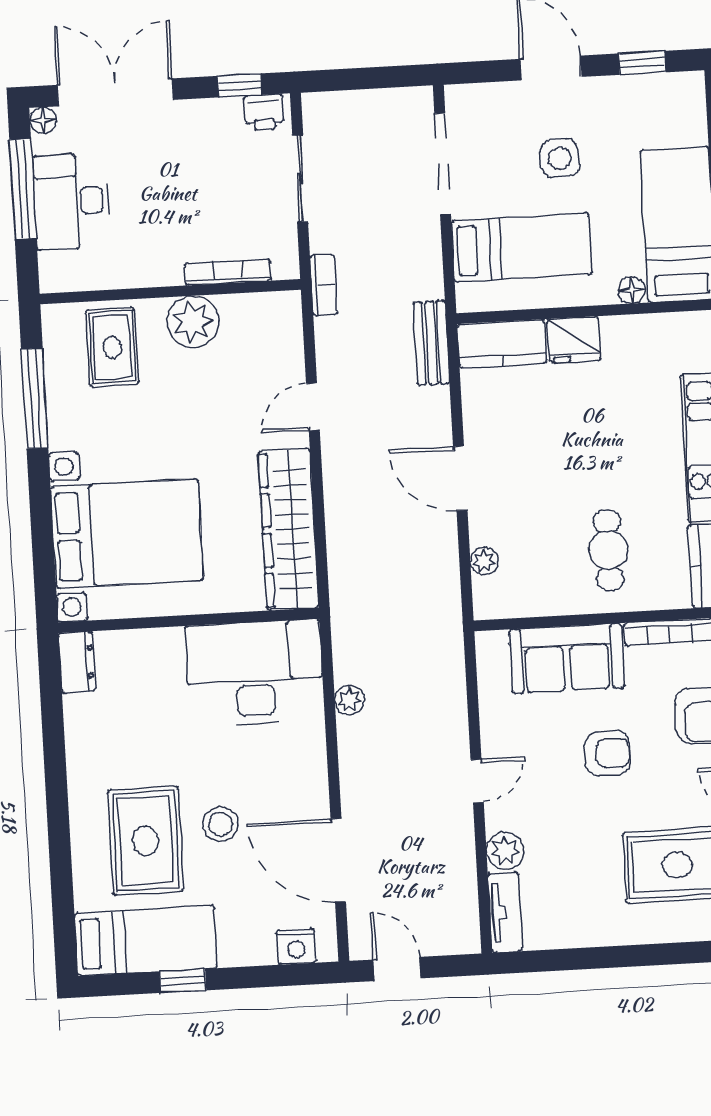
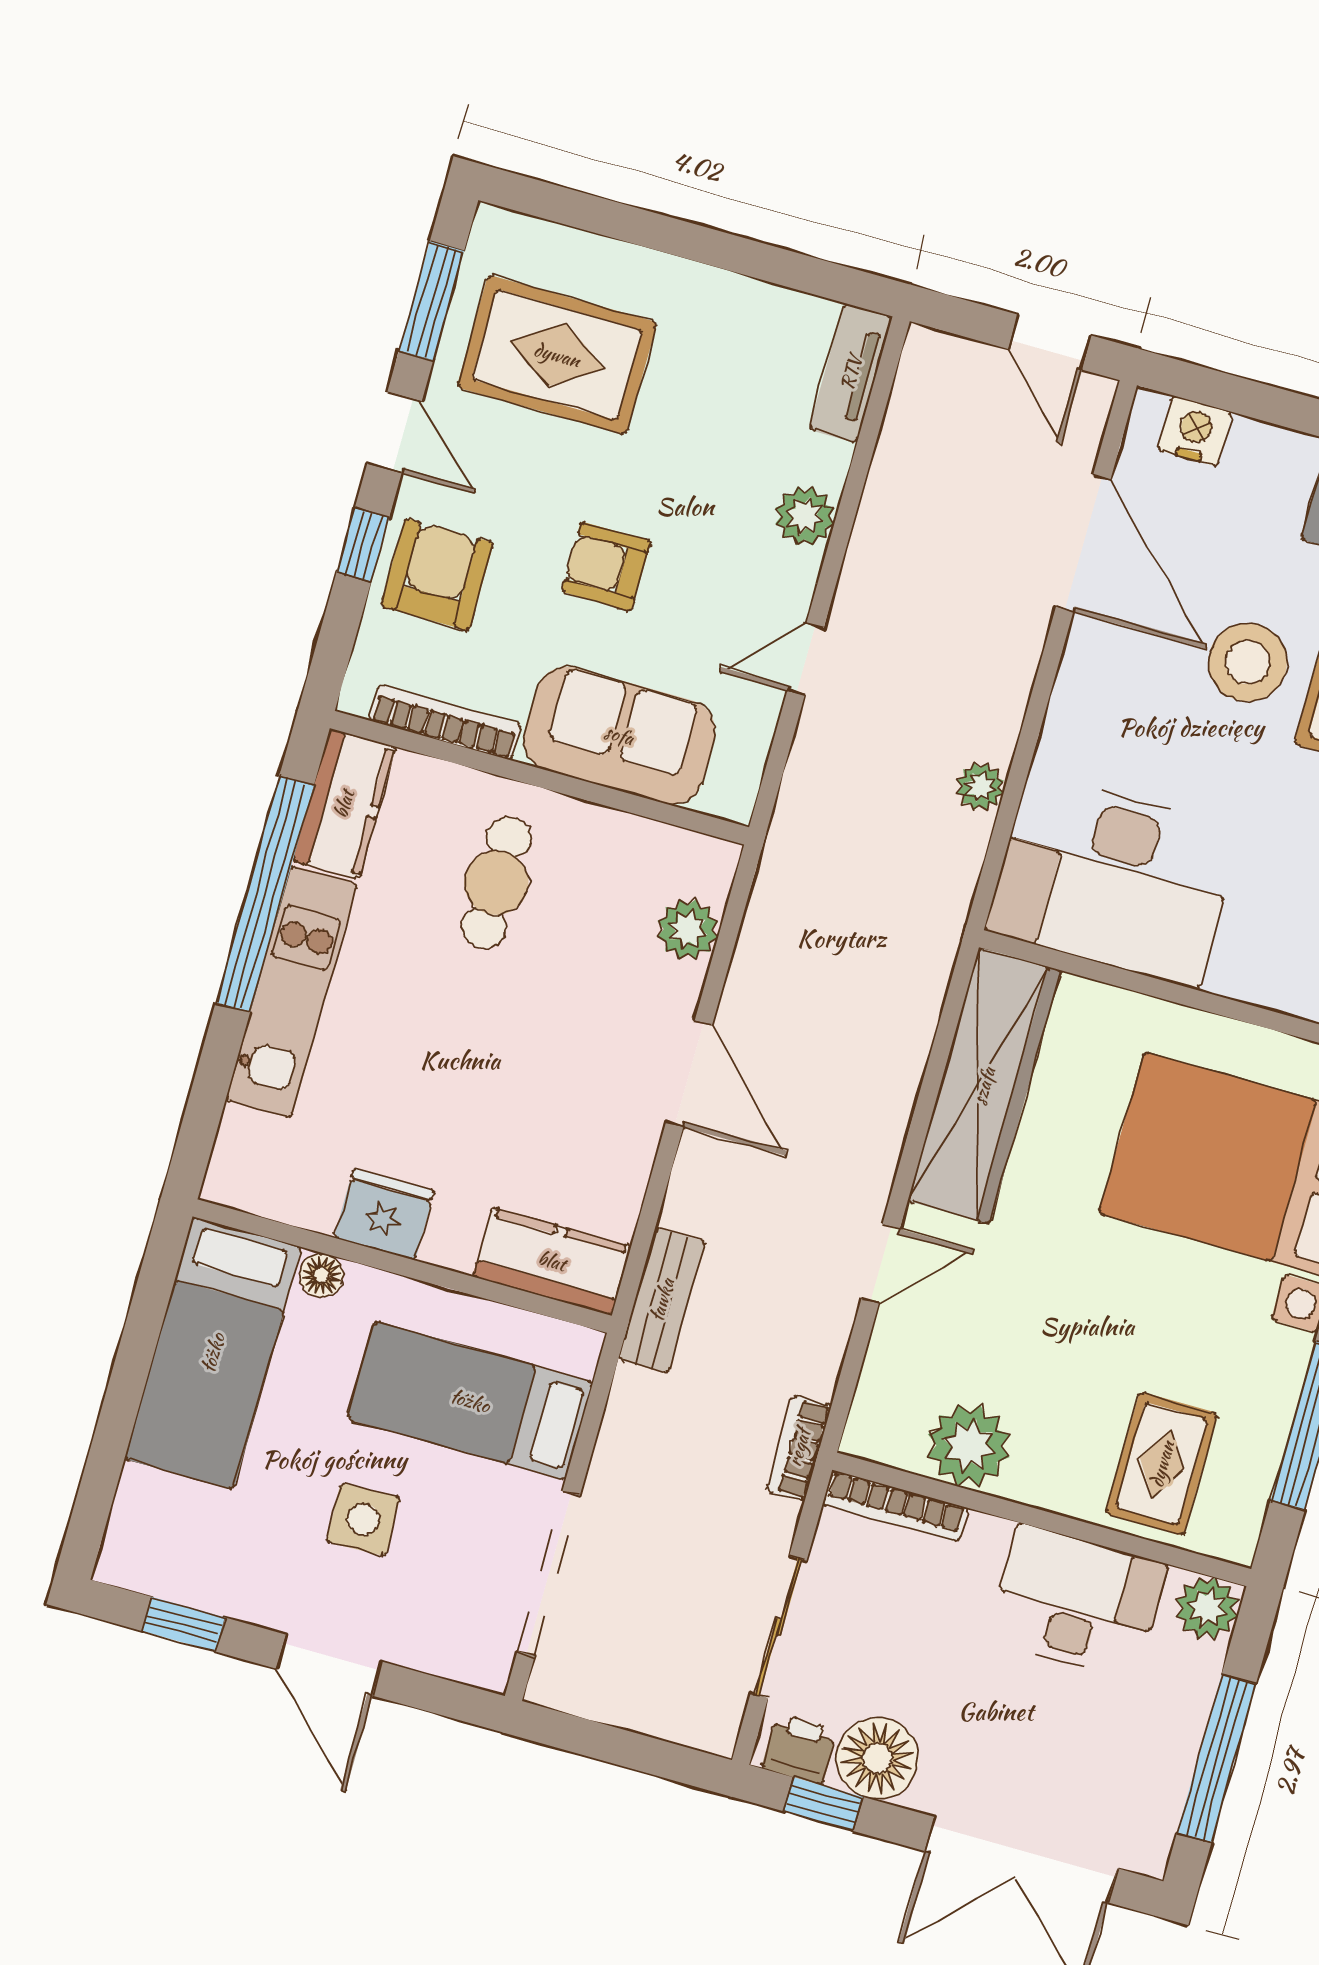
floor lamp: (43, 120) -> (877, 1758), moved, width x1.89, depth x1.89
desk: (72, 201) -> (1077, 1602), moved, turned -90
bookcase: (228, 272) -> (895, 1506), moved
plant: (58, 273) -> (1207, 1608), added
plant: (193, 322) -> (969, 1446), moved
fridge: (574, 340) -> (384, 1214), moved
plant: (484, 561) -> (688, 929), width x1.38, depth x1.38
door: (477, 781) -> (806, 659), moved
stool: (220, 824) -> (1248, 662), width x1.38, depth x1.38
plant: (505, 851) -> (805, 516), moved

